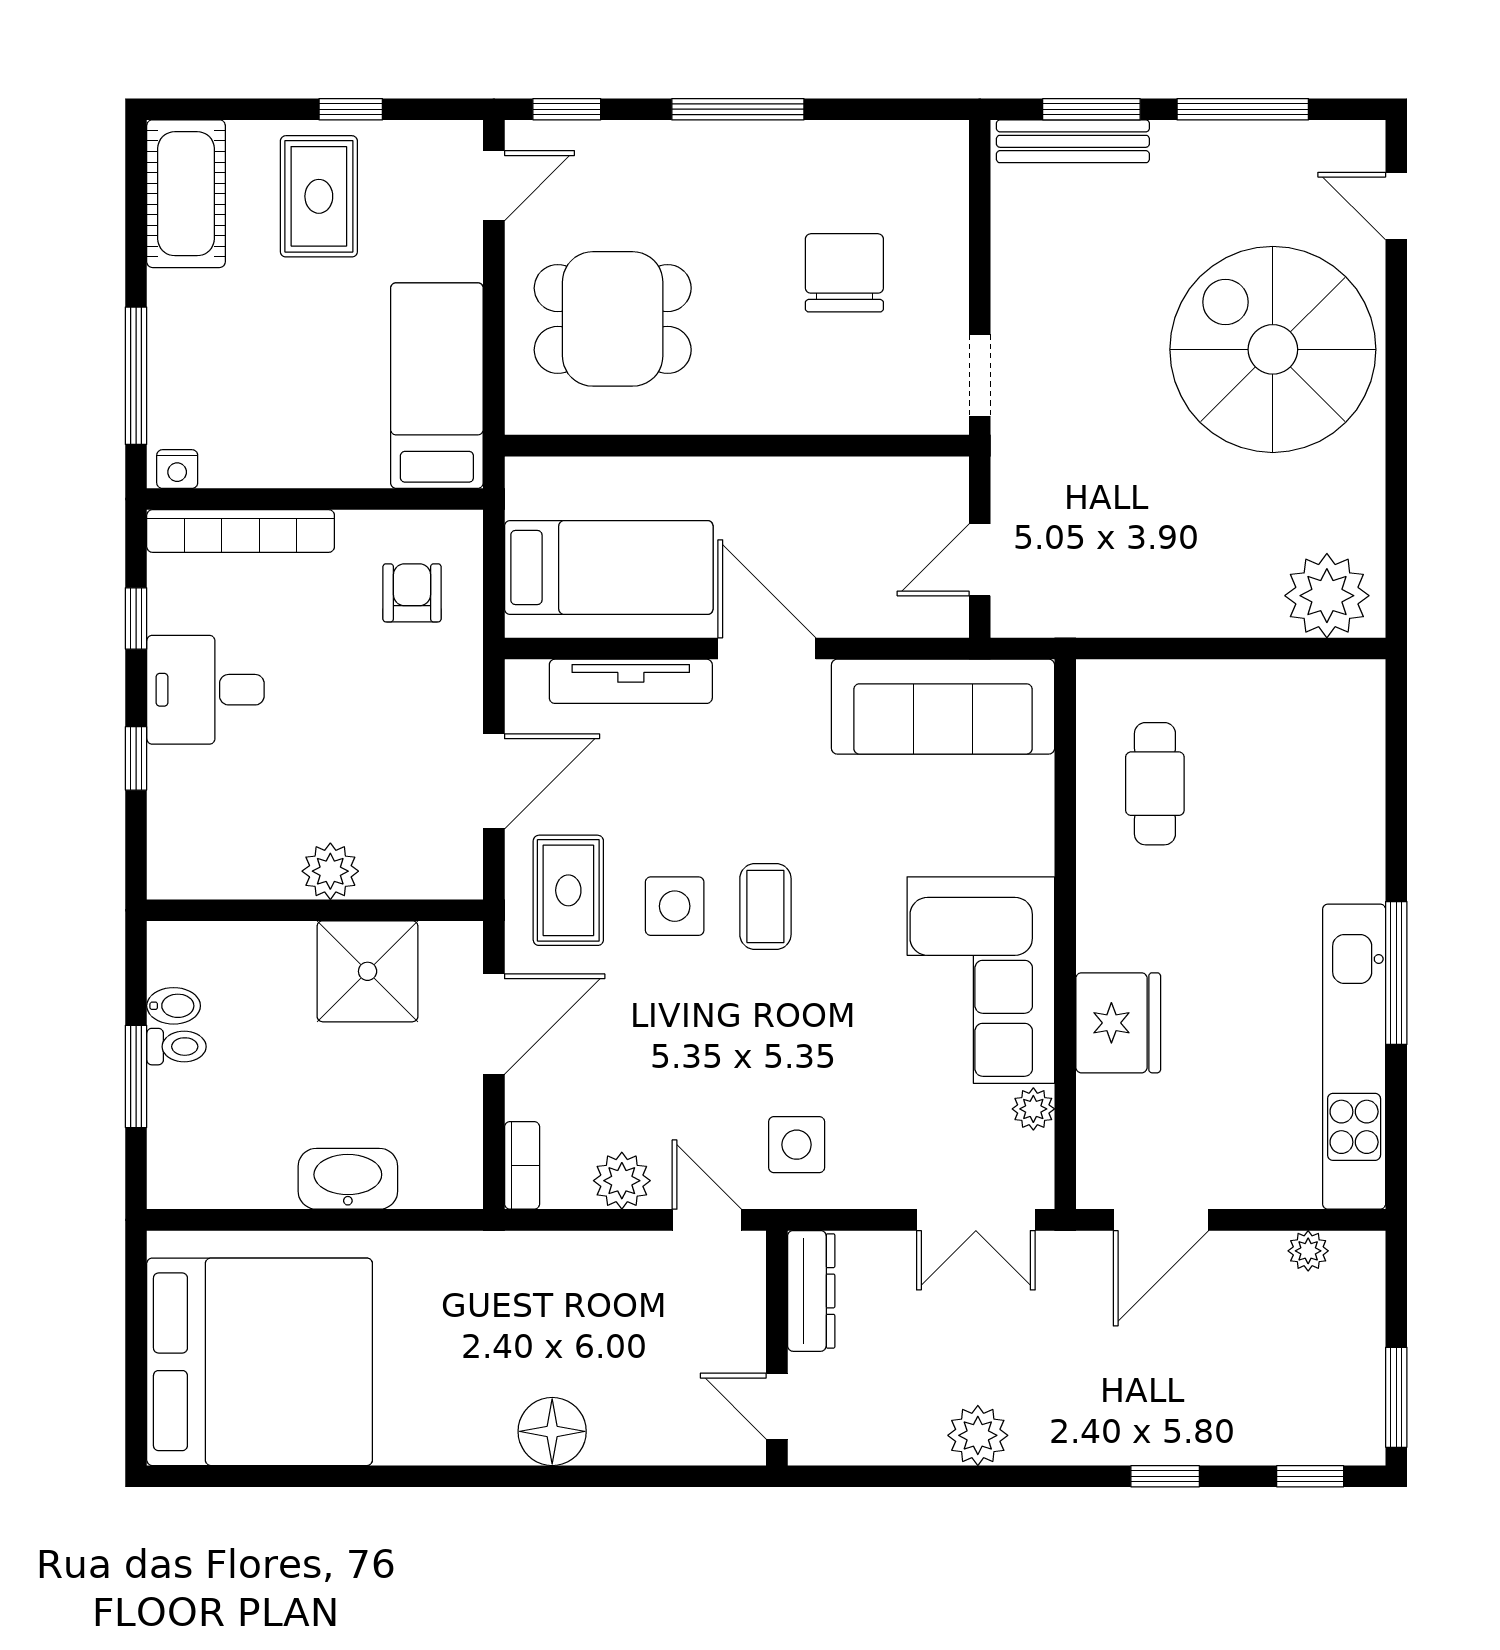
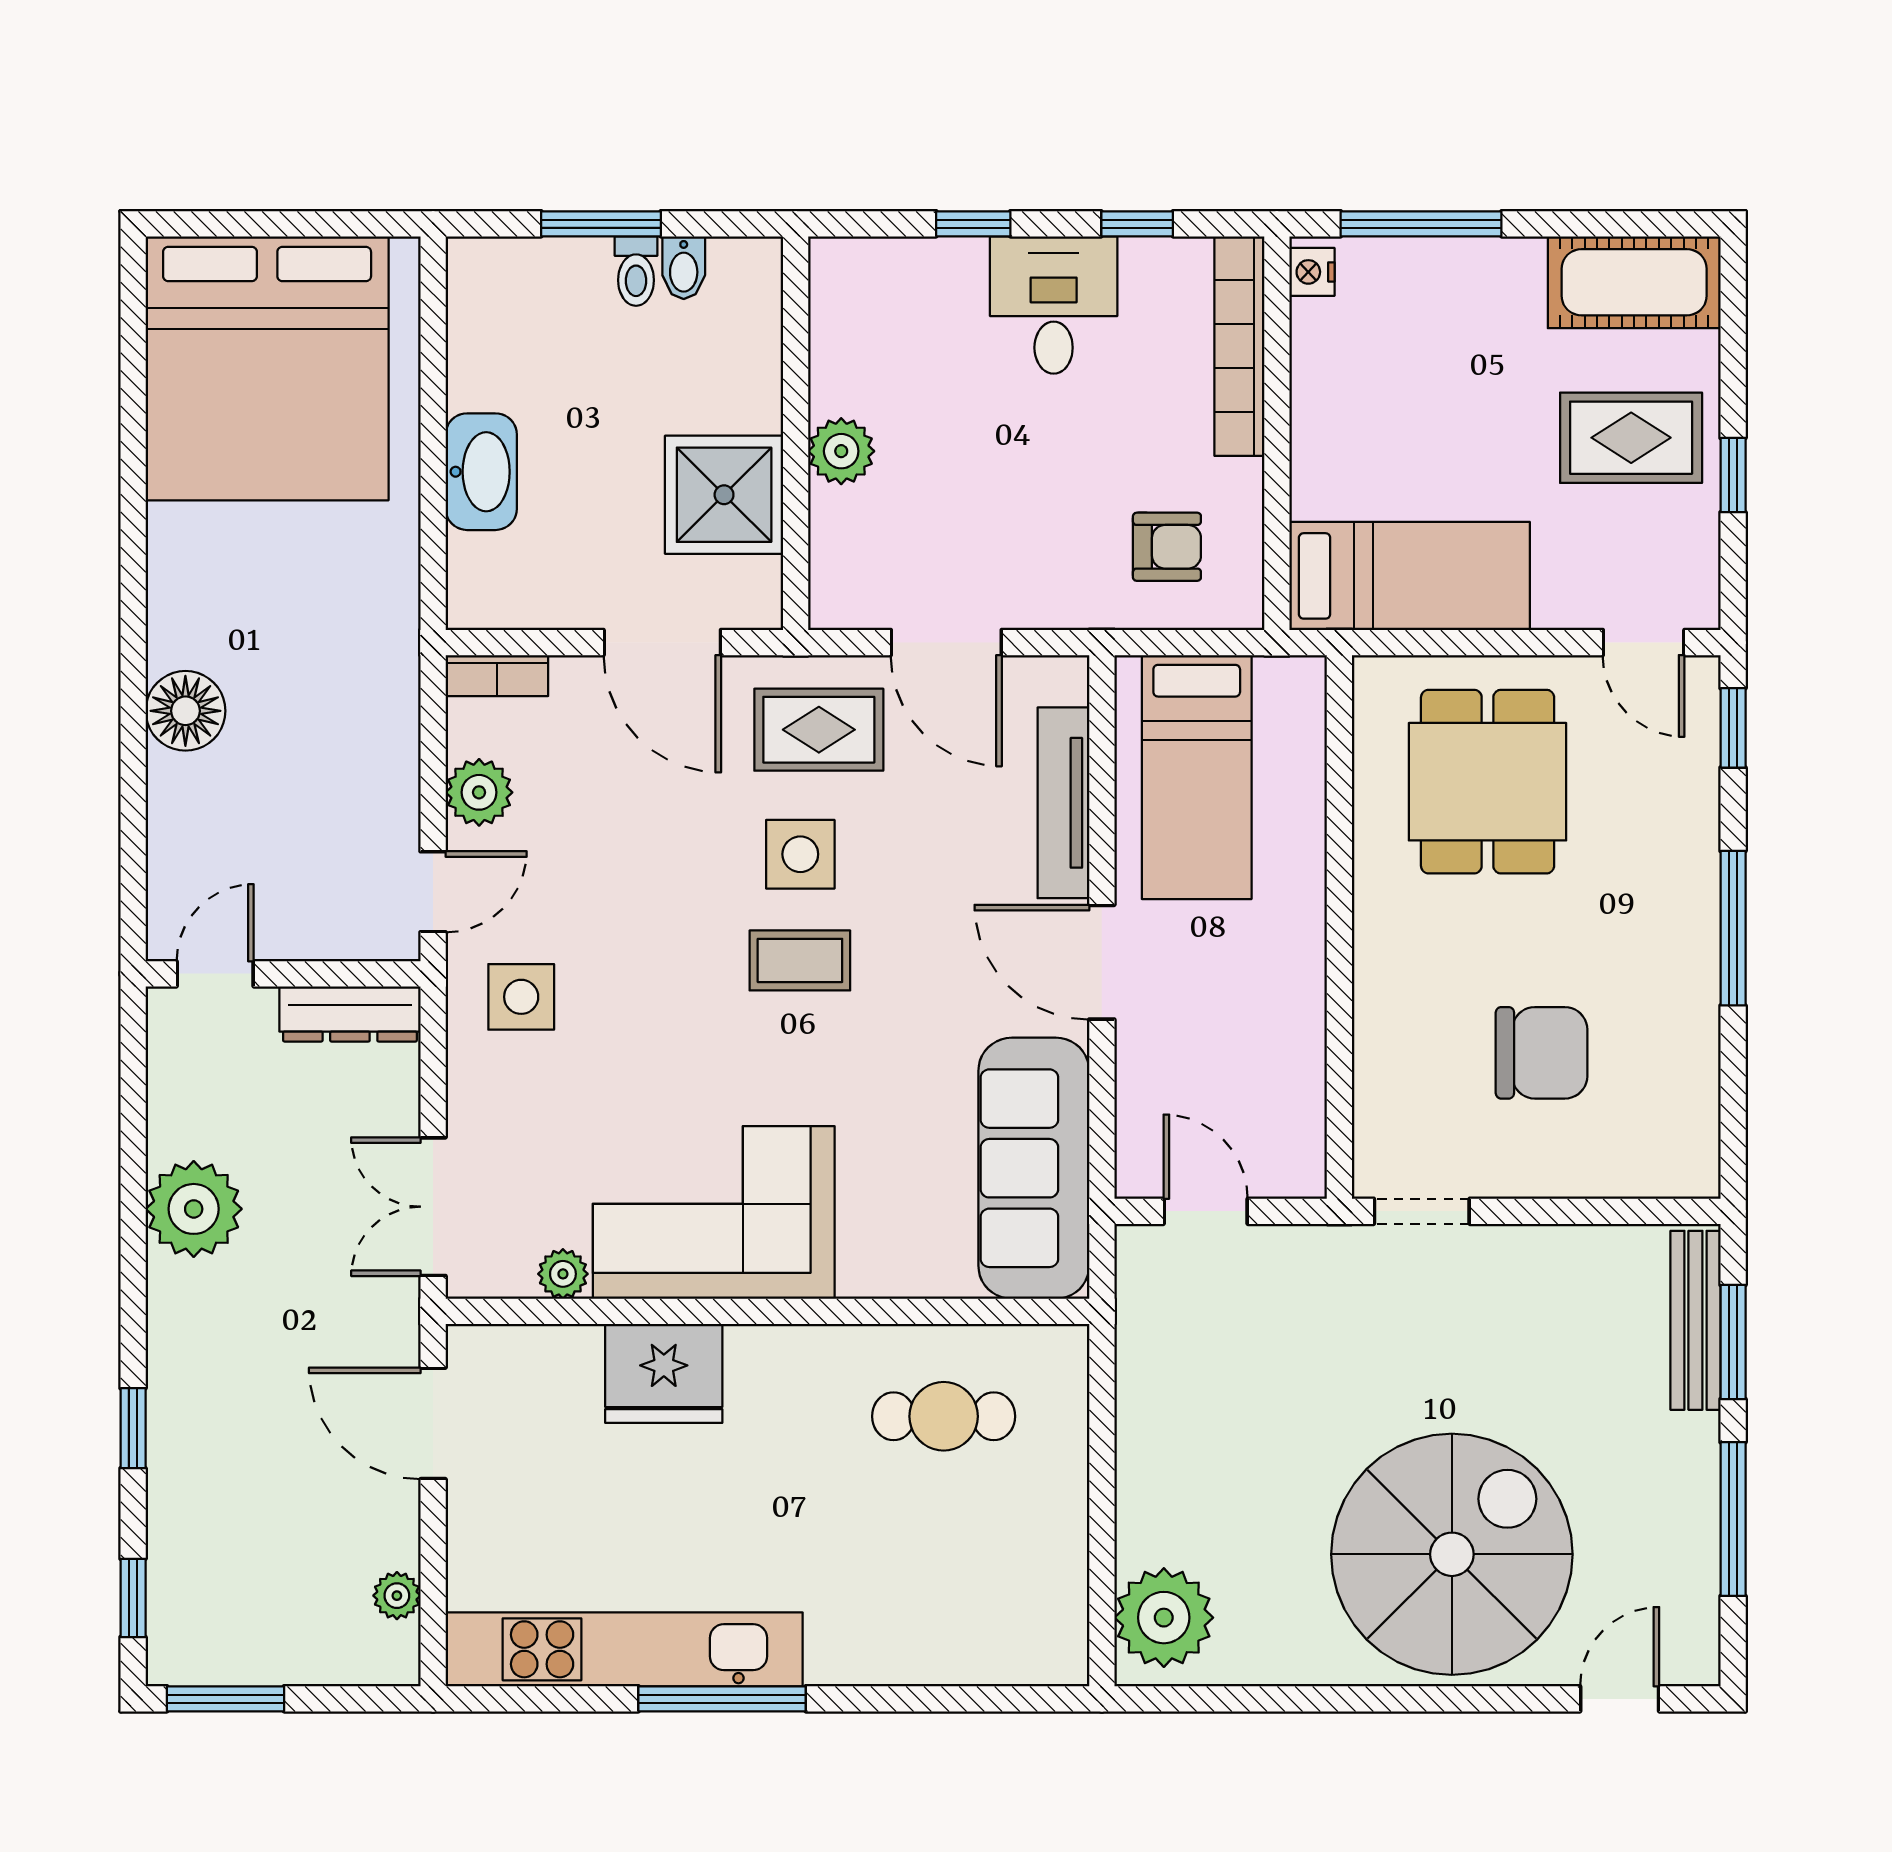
door: (767, 649) -> (1102, 962), swing flipped
plant: (978, 1435) -> (194, 1209), width x1.36, depth x1.36

